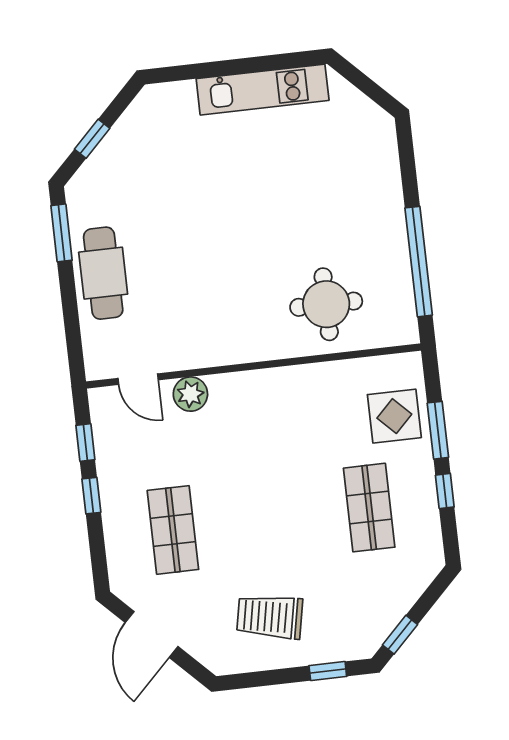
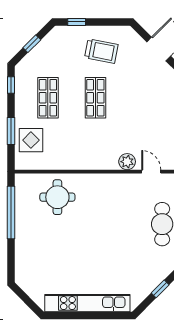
kitchen unit: (263, 90) -> (87, 303), width x1.36
window: (445, 491) -> (11, 85), moved
shop shelf: (173, 530) -> (95, 98), moved
window: (400, 635) -> (32, 44), moved

